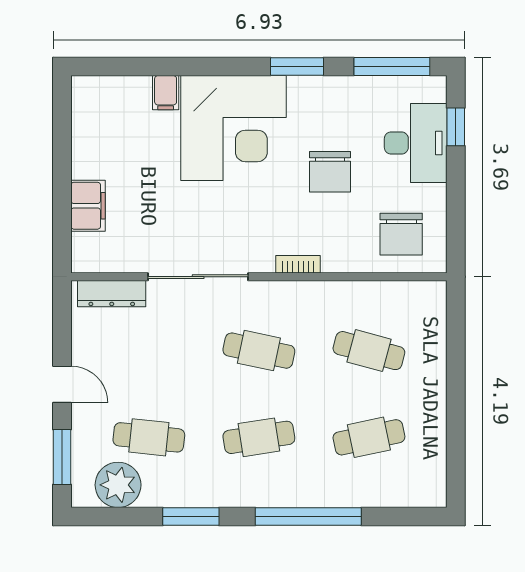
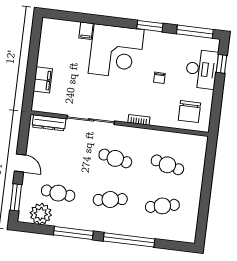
chair: (330, 172) -> (159, 78), width x0.54, depth x0.54
window: (191, 517) -> (73, 233), width x1.44

